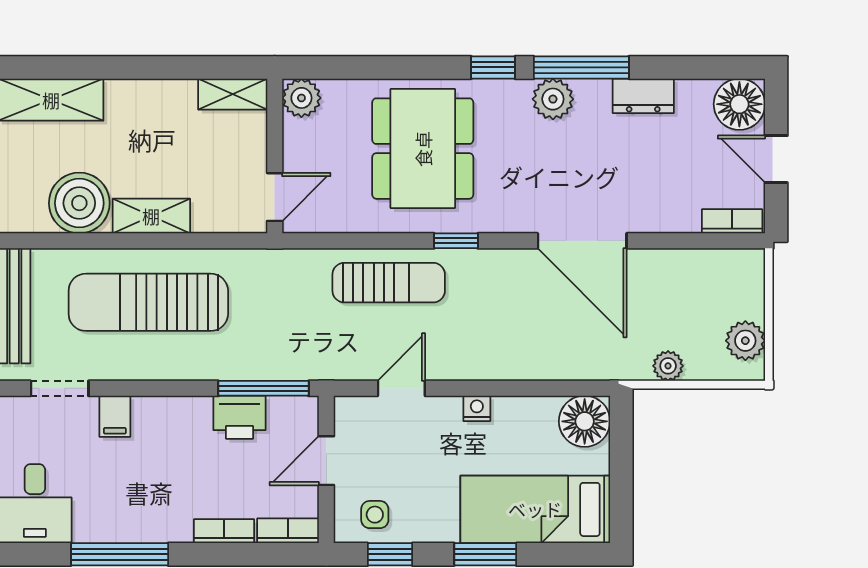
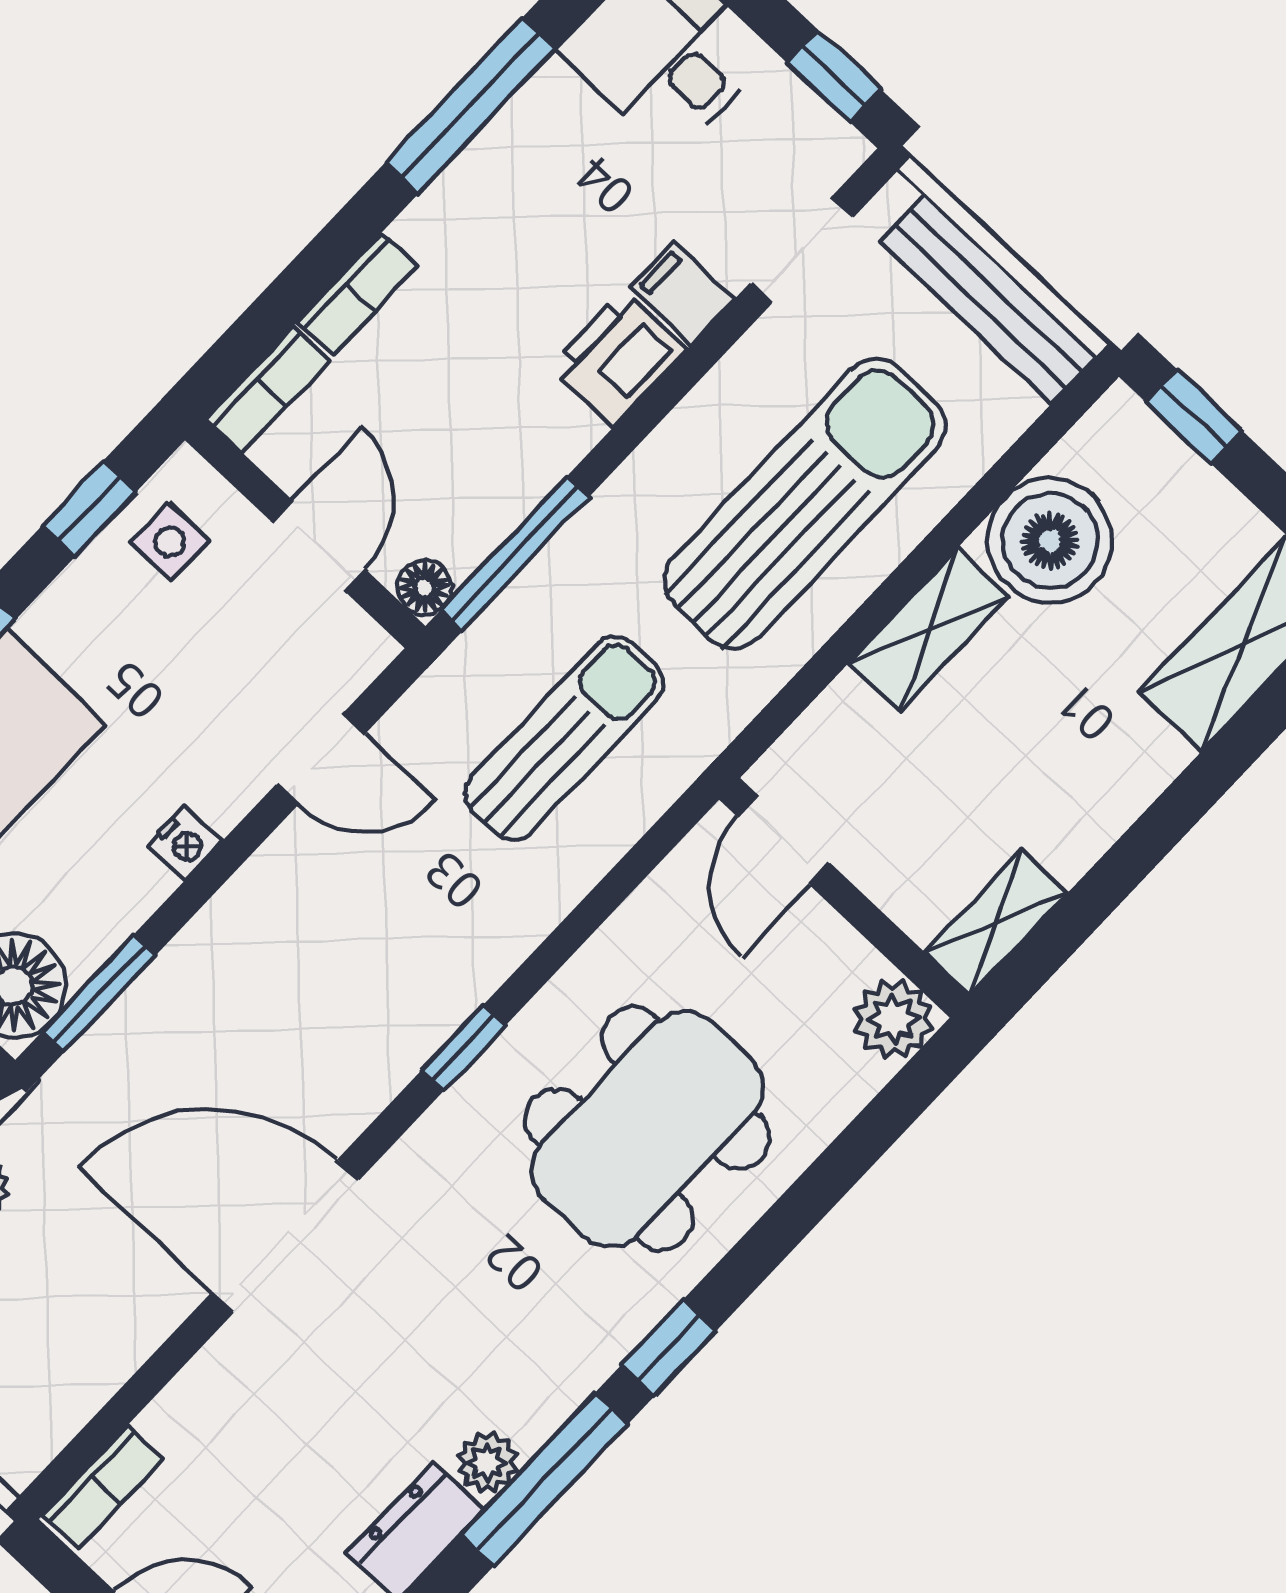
plant: (553, 99) -> (487, 1462), moved, width x0.73, depth x0.73
dining table: (423, 149) -> (647, 1129), turned 90
sun lounger: (389, 283) -> (564, 738), moved, turned 180
door: (401, 388) -> (320, 759), hinge flipped
window: (559, 388) -> (99, 993), added
floor lamp: (306, 409) -> (424, 587), added
printer: (239, 417) -> (618, 358), moved

